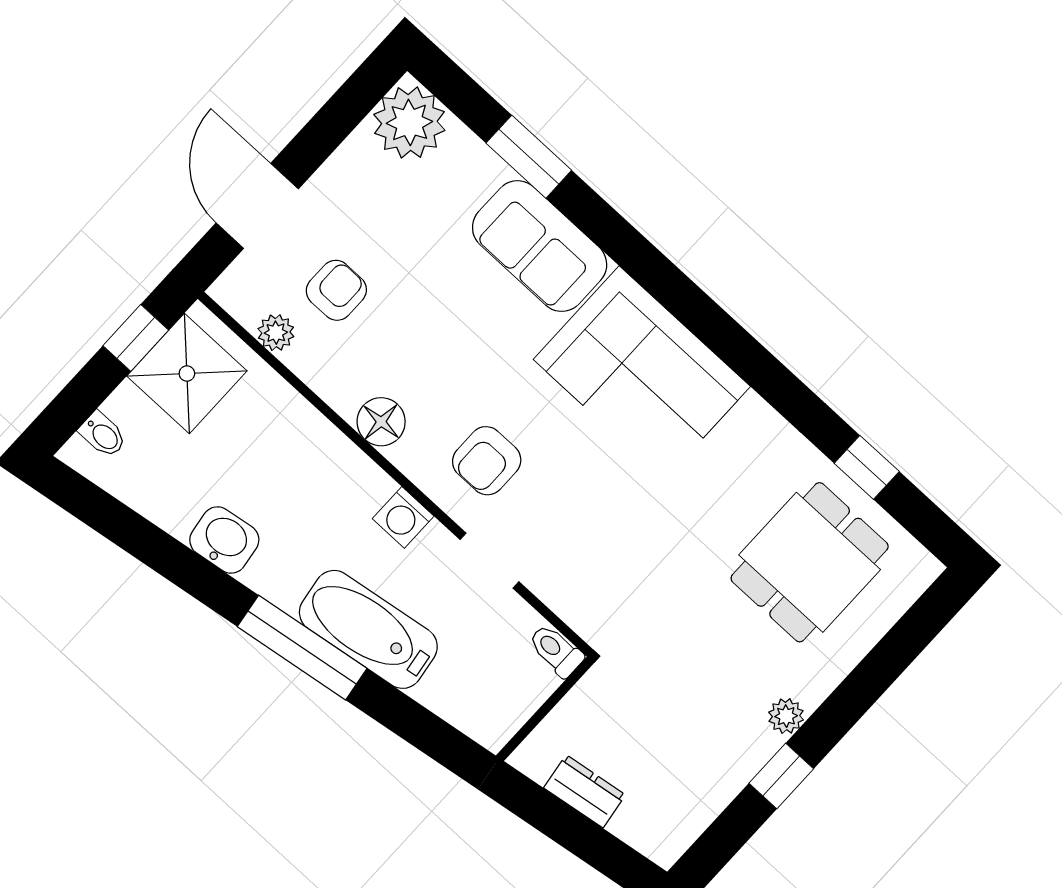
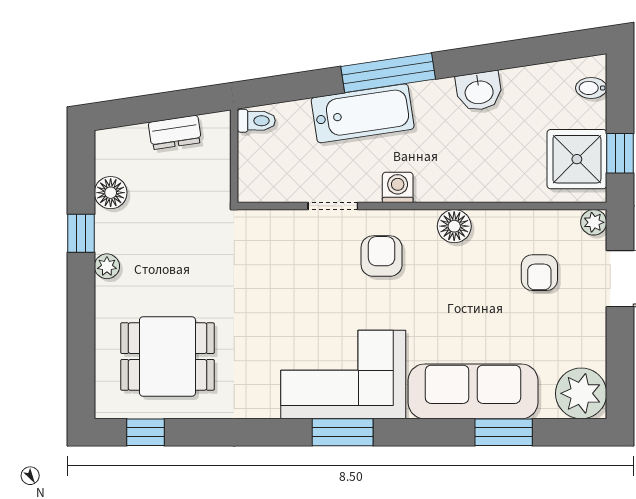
sofa: (540, 246) -> (473, 391), width x1.36
window: (698, 313) -> (343, 432), added
plant: (276, 333) -> (594, 222), moved
window: (867, 467) -> (145, 432), moved
dining table: (810, 562) -> (167, 356), turned 90
toilet: (556, 651) -> (256, 121), moved
floor lamp: (711, 790) -> (111, 193), added

